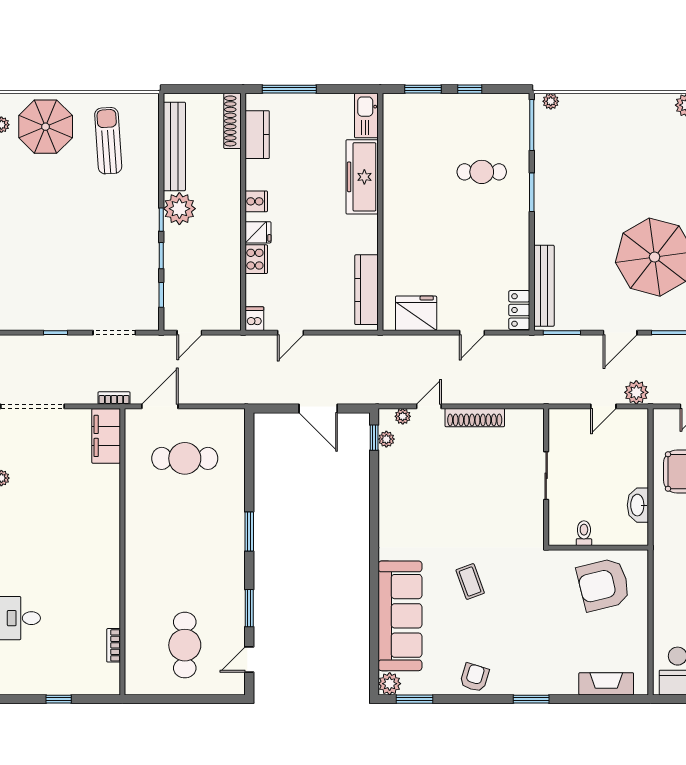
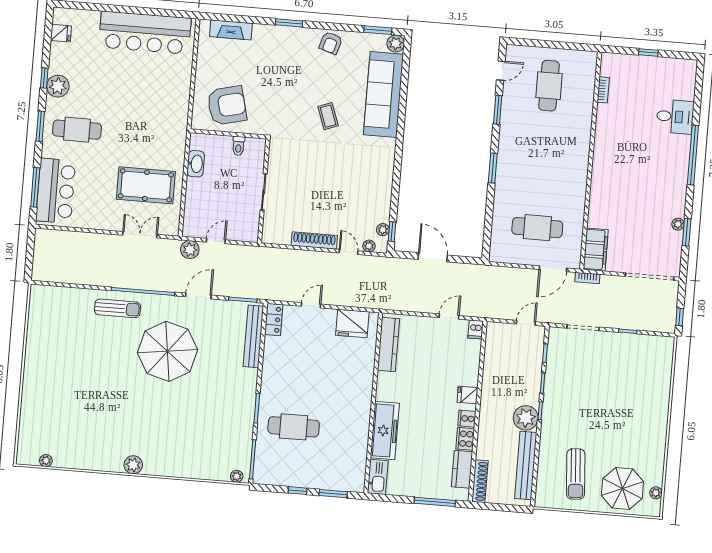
cafe table: (482, 172) -> (294, 427), width x1.37, depth x1.35
cooker: (256, 259) -> (465, 439), moved
door: (429, 406) -> (348, 252), swing flipped

